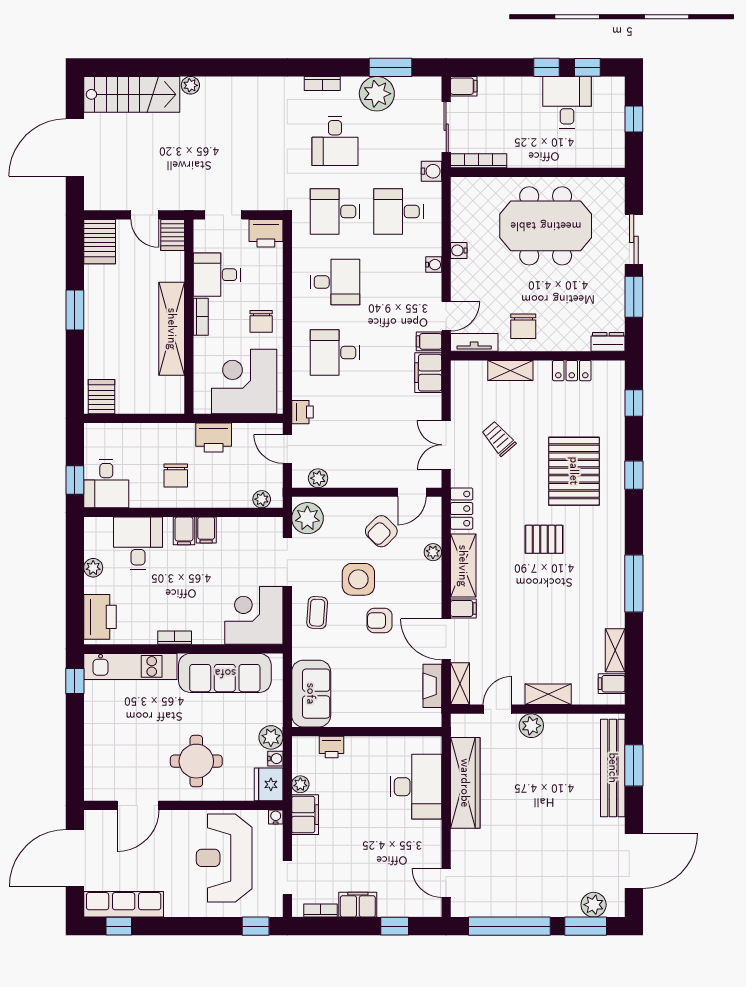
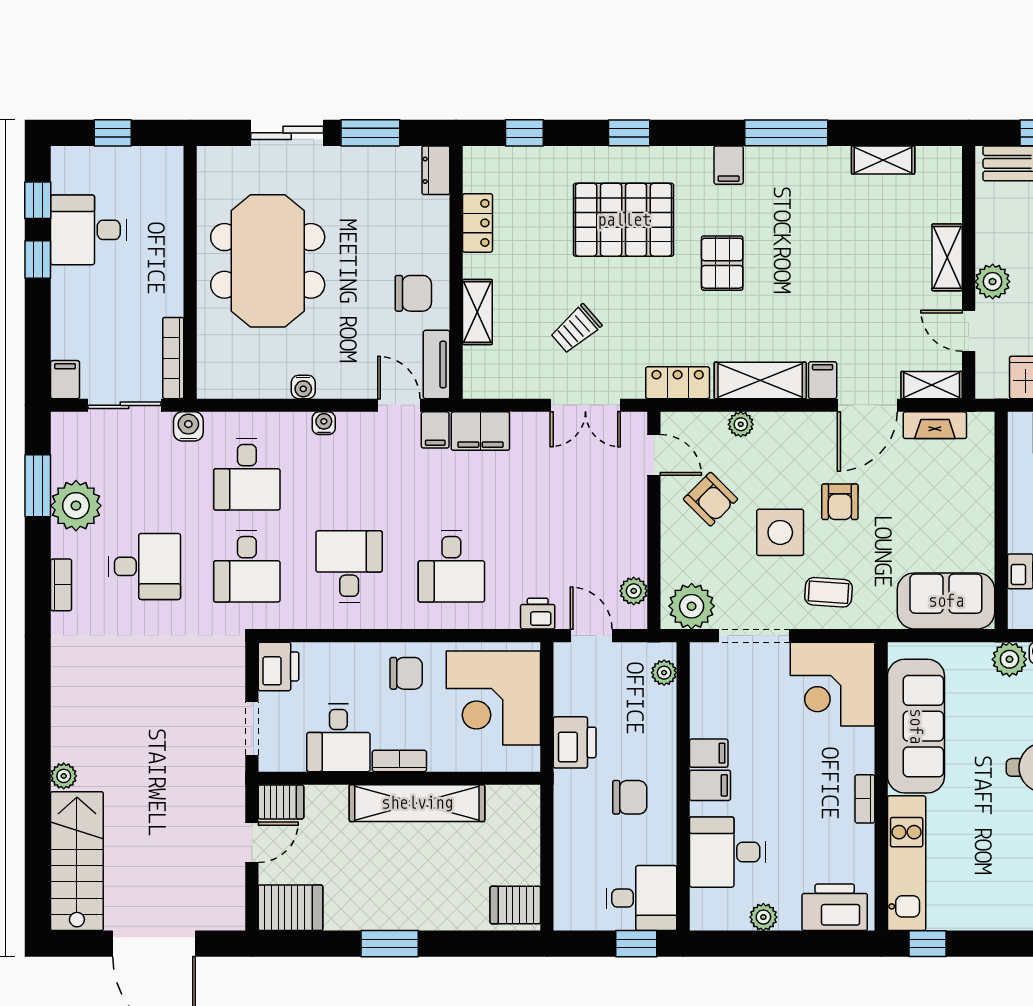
door: (287, 449) -> (591, 636), swing flipped
filing cabinet: (612, 684) -> (729, 165), moved

